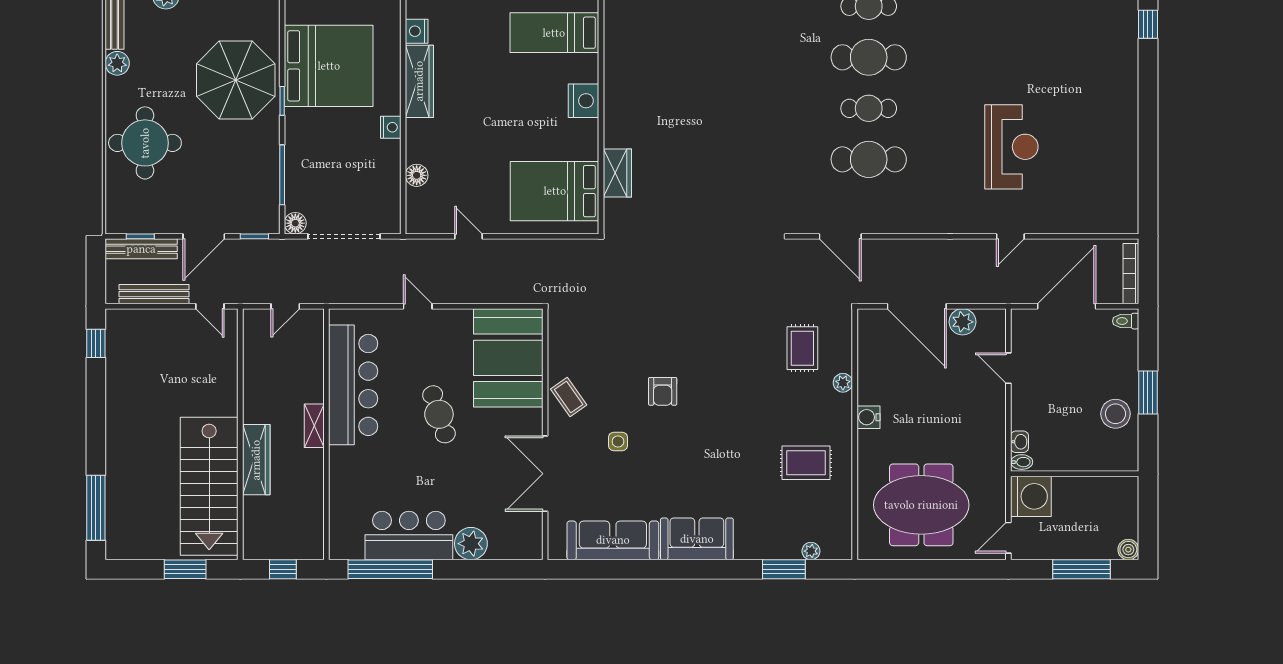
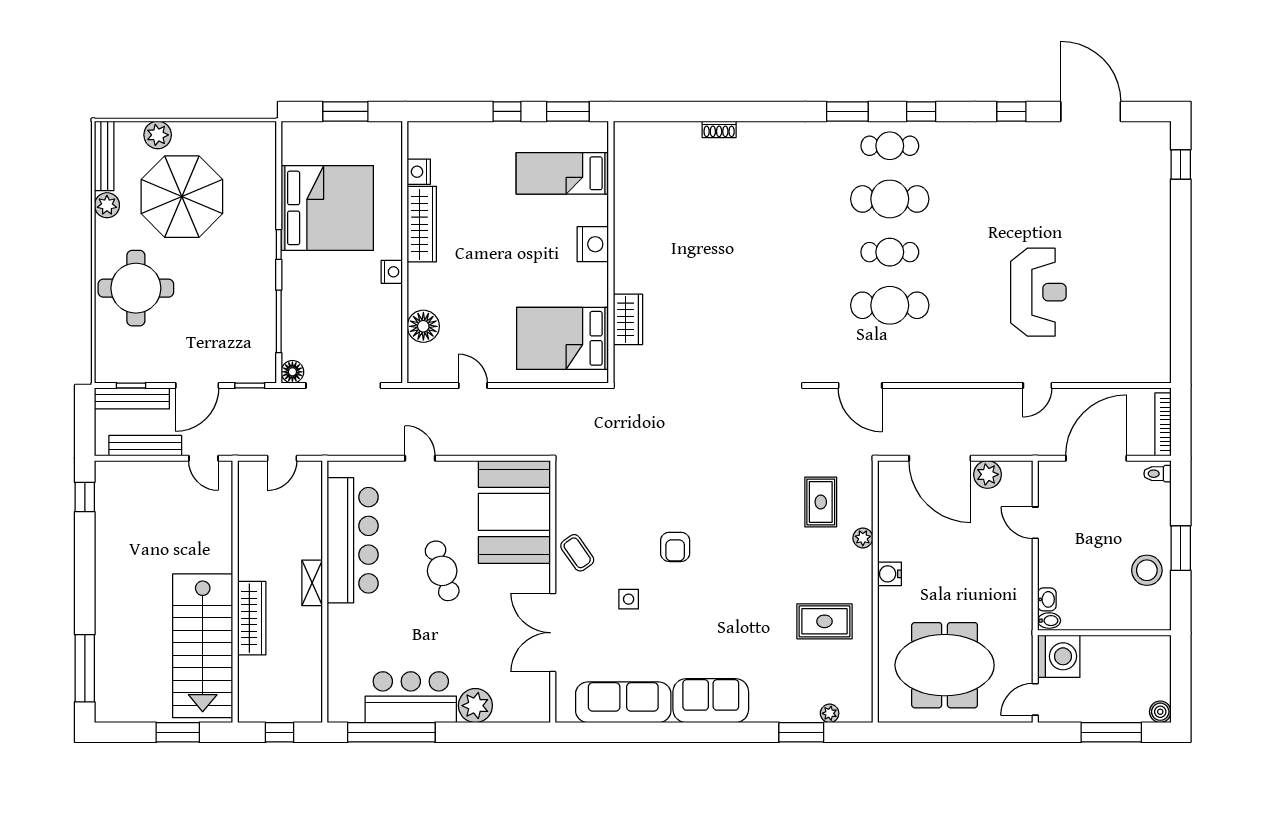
parasol: (236, 80) -> (182, 197), moved
floor lamp: (417, 175) -> (423, 326), width x1.38, depth x1.38

